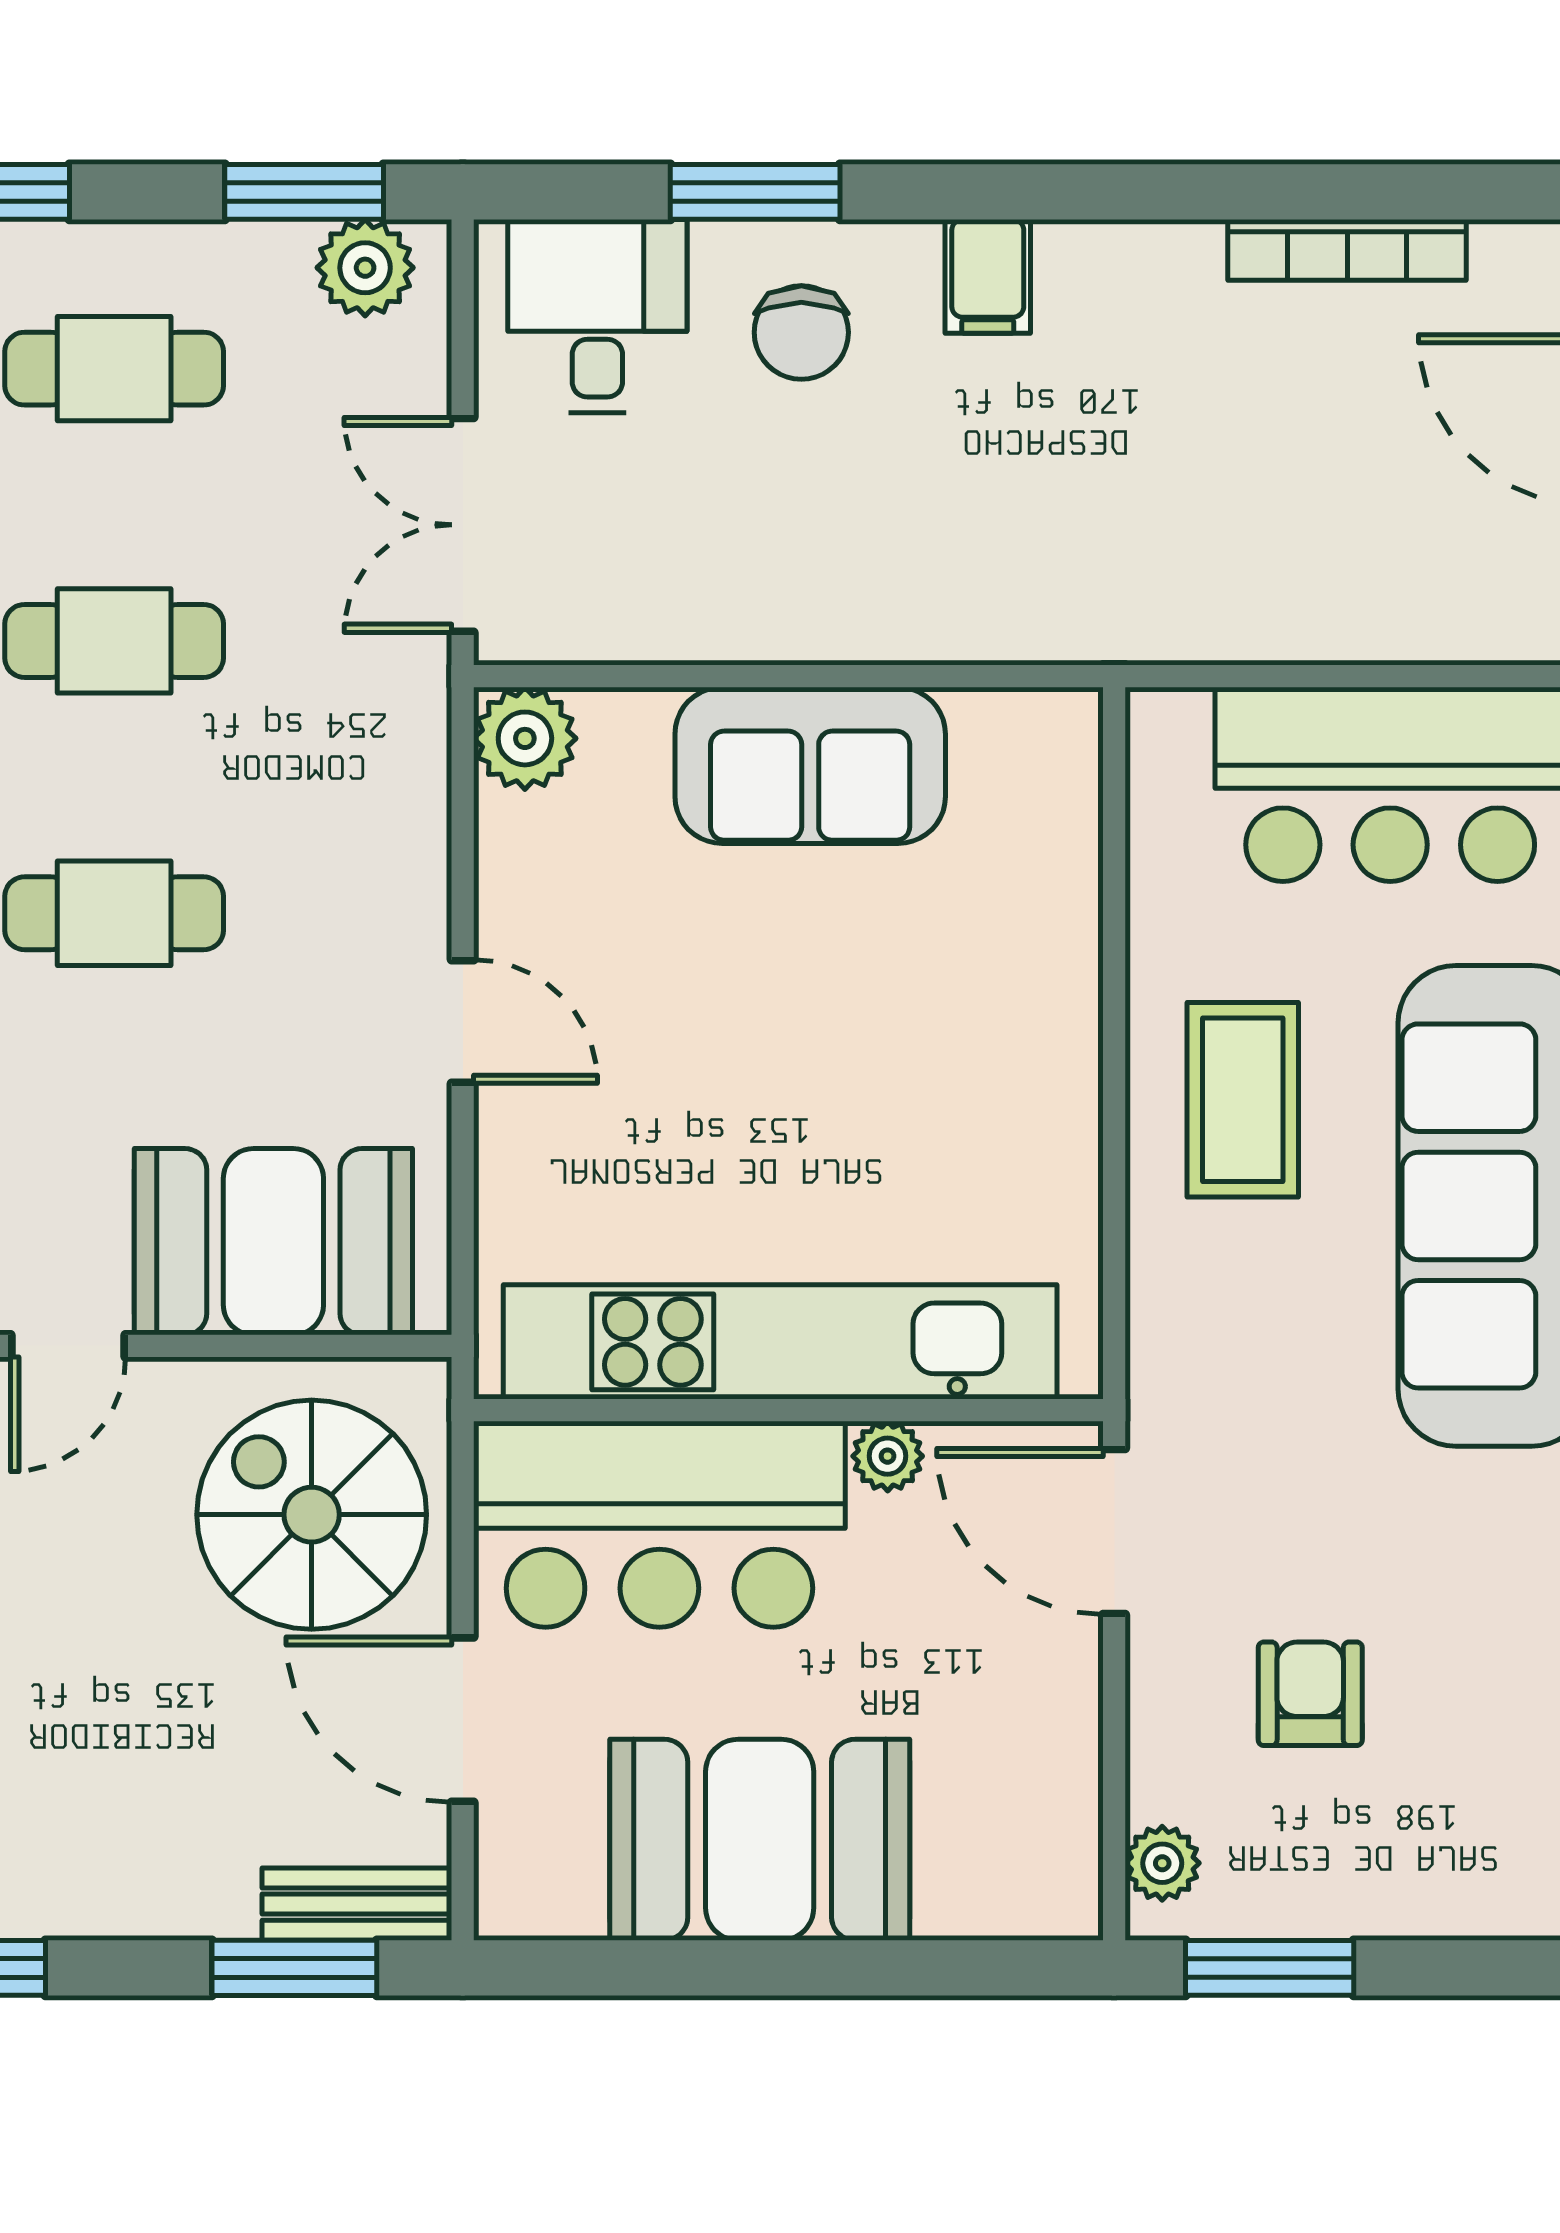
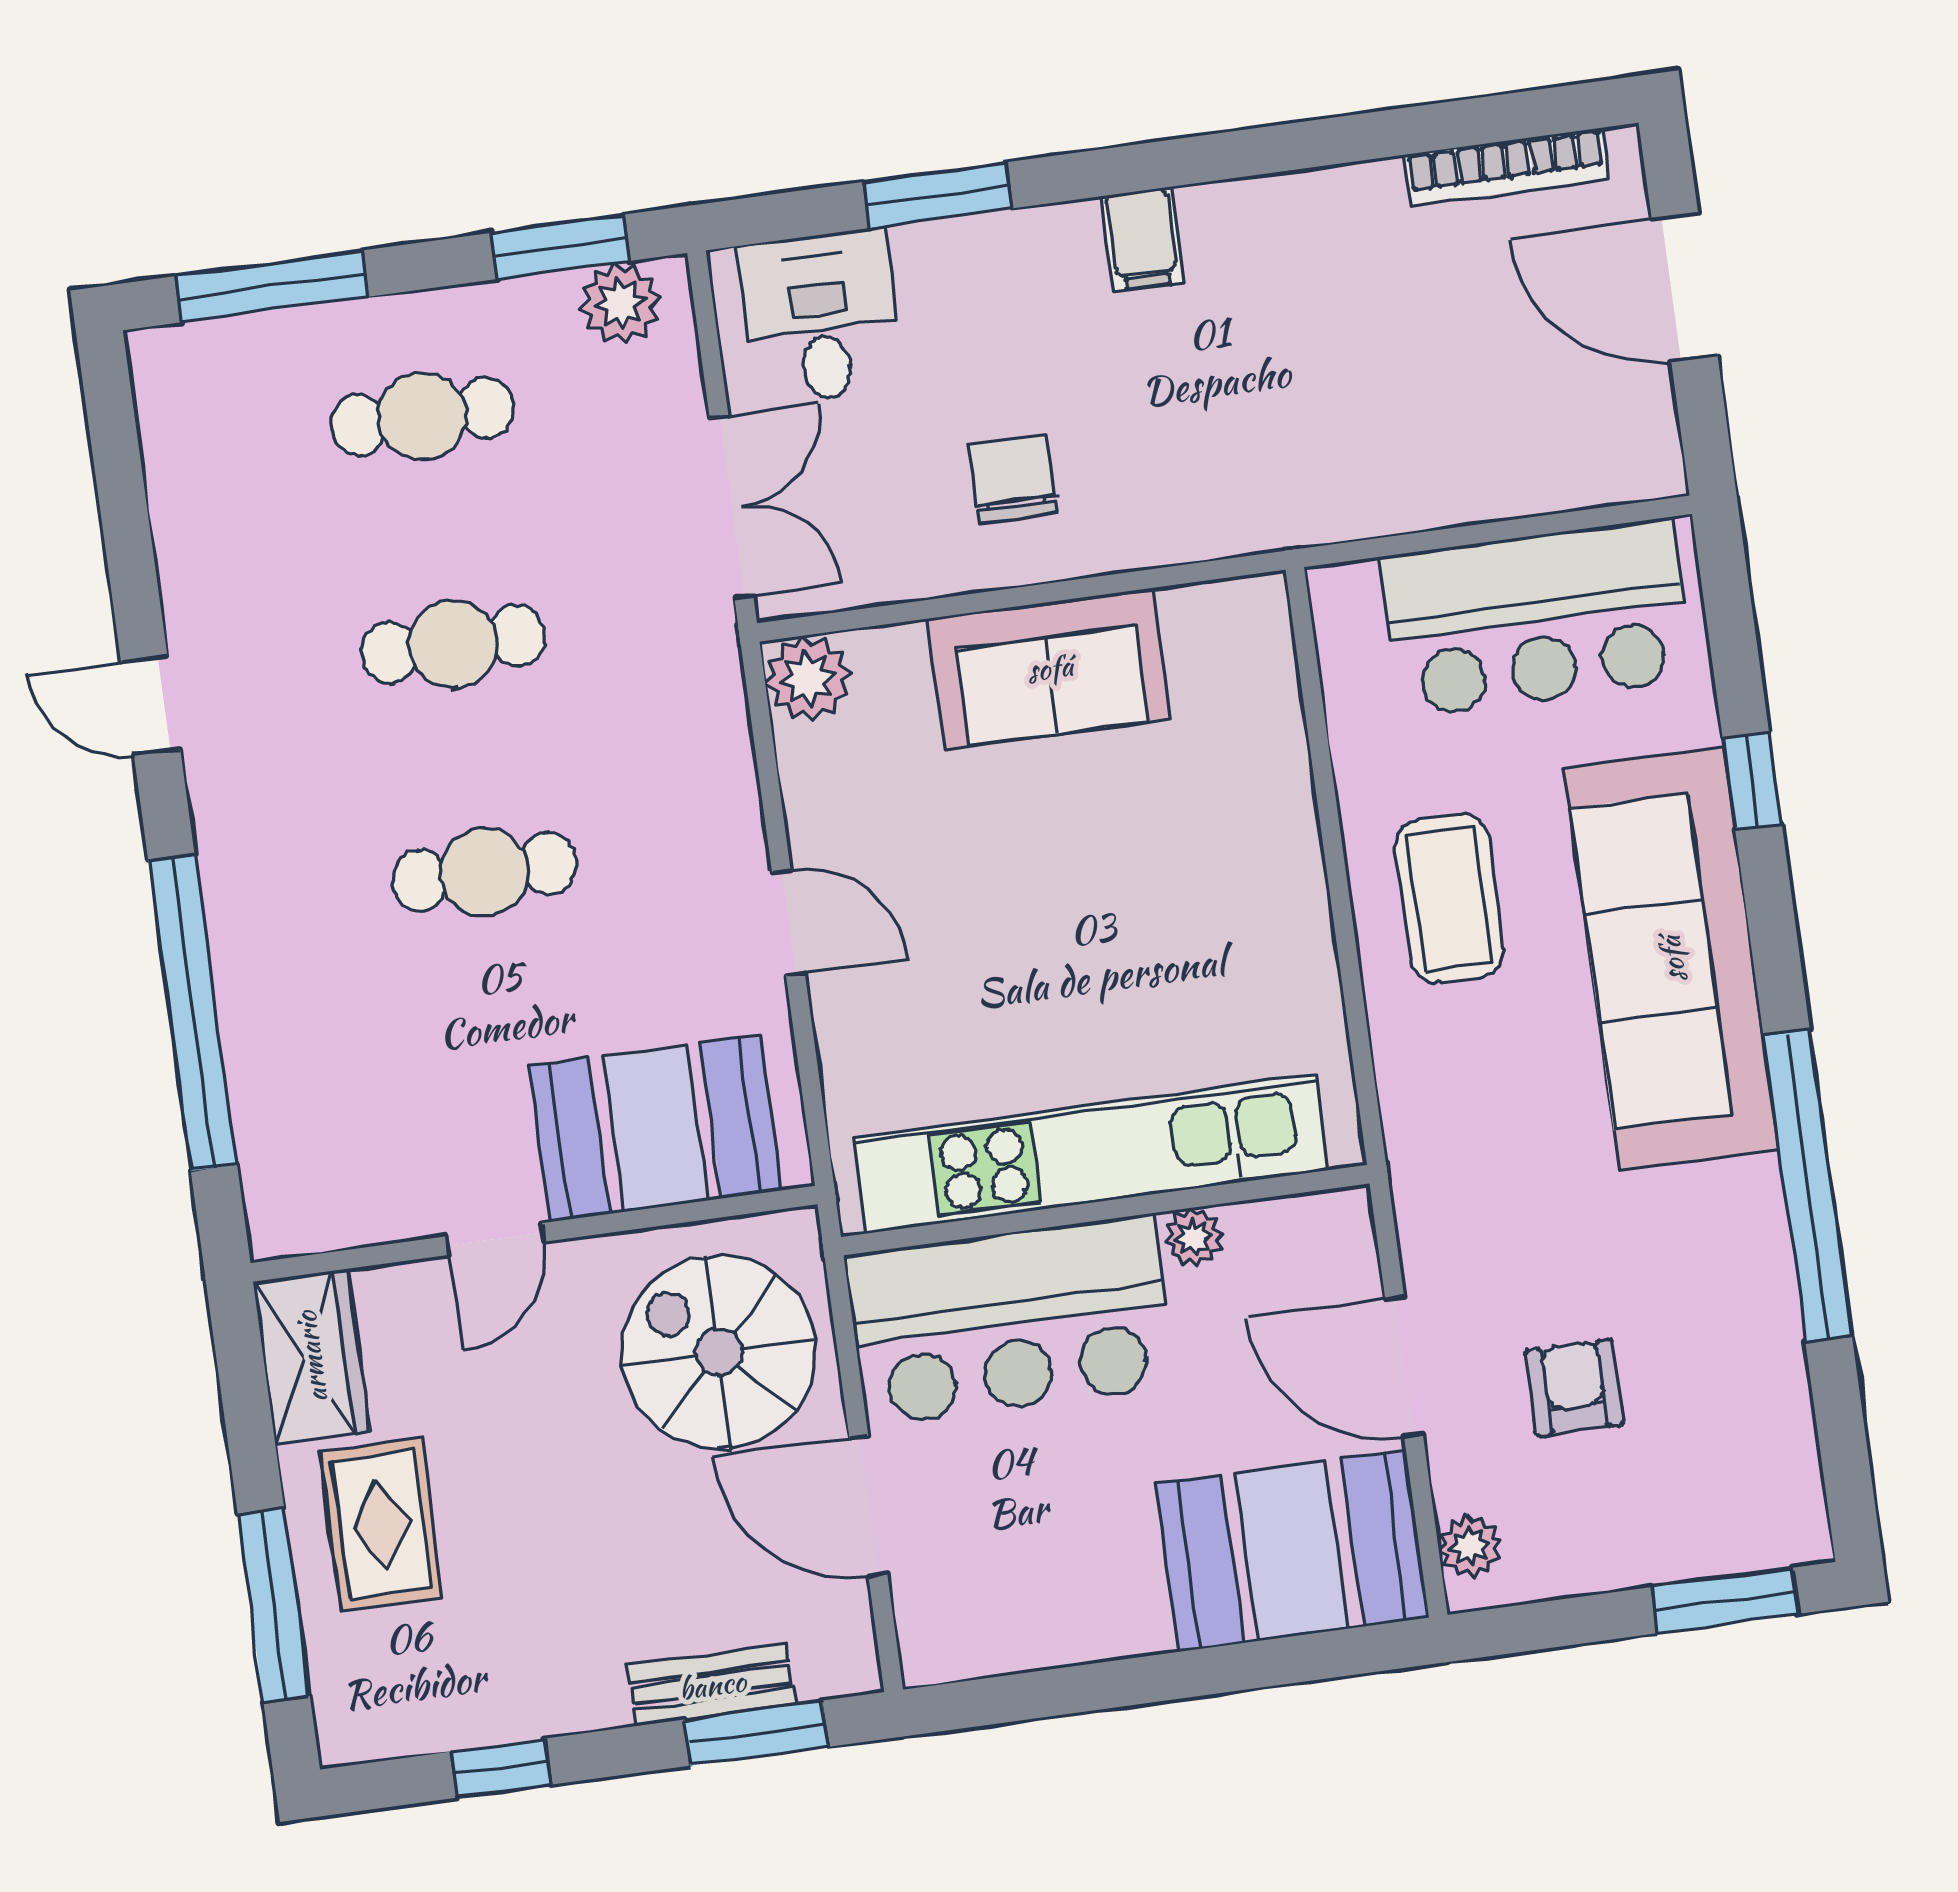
bookcase: (1347, 250) -> (1506, 167), moved
chair: (801, 332) -> (1013, 479), moved, turned 180
double door: (463, 525) -> (731, 507), swing flipped
door: (1114, 1531) -> (1404, 1367), moved
booth: (760, 1840) -> (1292, 1551), moved
bench: (357, 1904) -> (712, 1685), moved
window: (1270, 1968) -> (1725, 1600), moved

